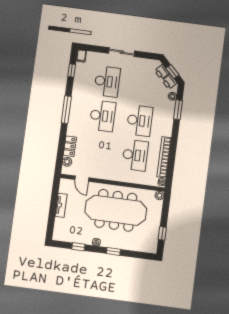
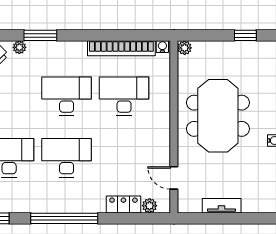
window: (66, 110) -> (64, 218), width x1.46
door: (82, 179) -> (174, 178), swing flipped
meeting table: (116, 210) -> (218, 116), width x0.73

